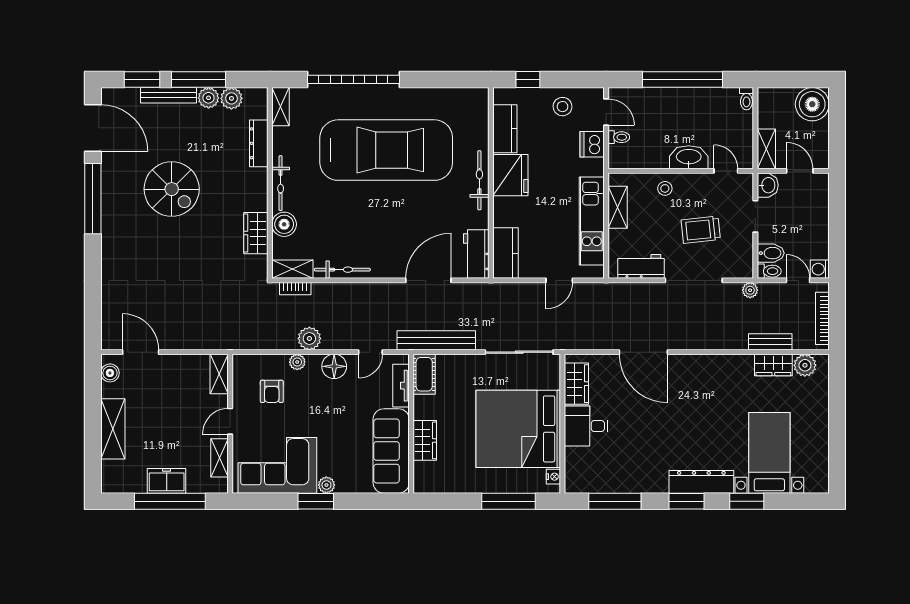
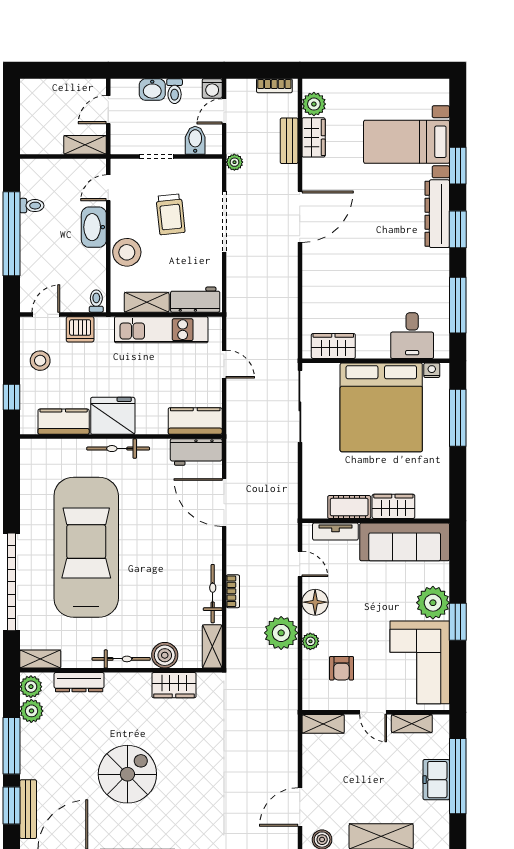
bench: (169, 95) -> (28, 809), moved
plant: (209, 98) -> (31, 687), moved
toilet: (746, 99) -> (32, 206), moved
boiler: (812, 104) -> (38, 96), removed
toilet: (619, 137) -> (96, 301), moved
washbasin: (768, 185) -> (152, 90), moved, turned 180
stool: (665, 188) -> (127, 252), width x1.89, depth x1.89
workbench: (641, 266) -> (195, 300), moved, turned 90
toilet: (769, 271) -> (175, 91), moved, turned 180
bookcase: (295, 289) -> (233, 591), moved
bookcase: (822, 318) -> (274, 86), width x0.64
plant: (309, 338) -> (281, 633), width x1.36, depth x1.36
bench: (436, 340) -> (288, 494), removed
door: (643, 352) -> (300, 217), moved
cot: (424, 374) -> (349, 507), moved
armchair: (272, 391) -> (342, 668), turned 90
desk: (586, 426) -> (412, 336), moved
plant: (326, 485) -> (433, 603), width x1.88, depth x1.88

